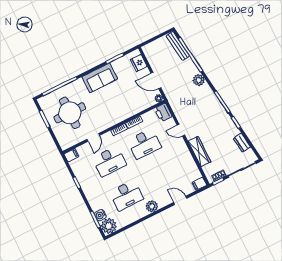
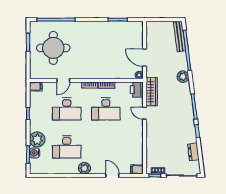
fridge: (139, 63) -> (137, 34), removed
sofa: (100, 78) -> (96, 30), removed
wardrobe: (200, 152) -> (152, 92), moved
plant: (109, 226) -> (37, 139), moved

